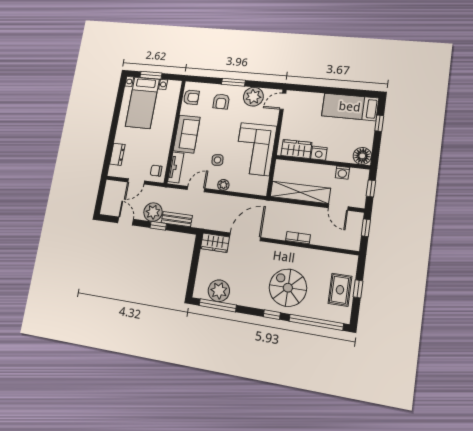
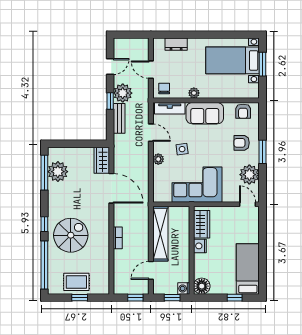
plant: (166, 142) -> (194, 93), added
washing machine: (342, 173) -> (184, 288), moved

